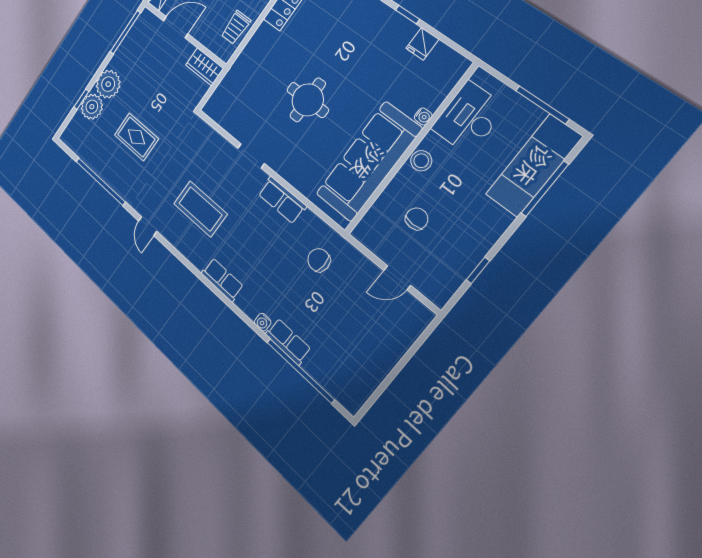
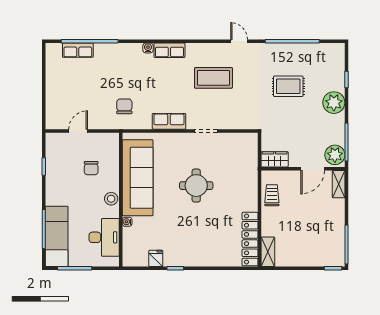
plant: (92, 107) -> (335, 155), moved
chair: (319, 260) -> (124, 106), turned -93
water cooler: (263, 322) -> (148, 48), moved
row of seats: (288, 342) -> (78, 50), moved

